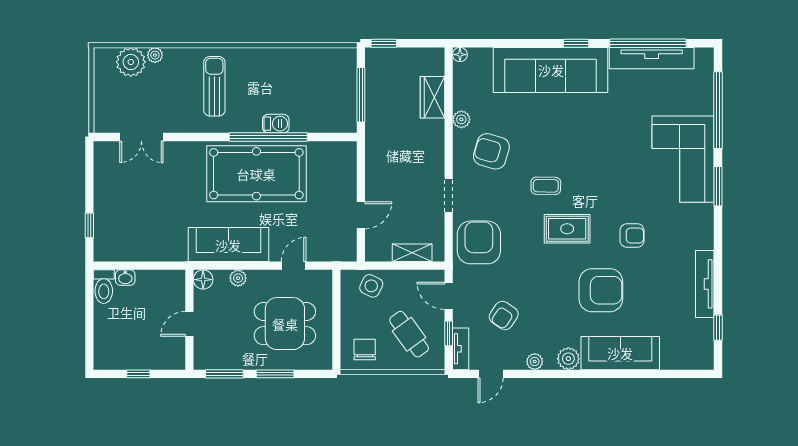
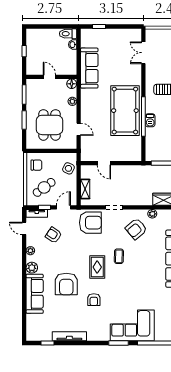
armchair: (491, 151) -> (136, 229), turned -146
sofa: (228, 245) -> (89, 68), moved

